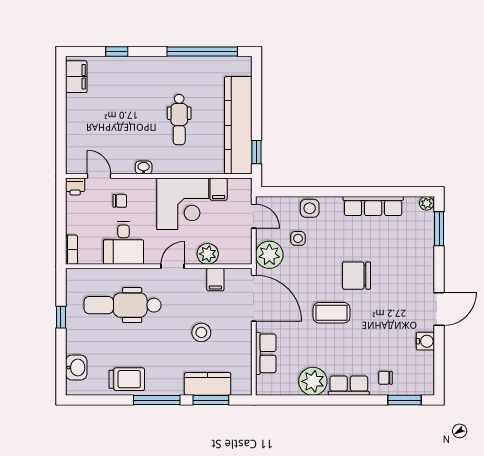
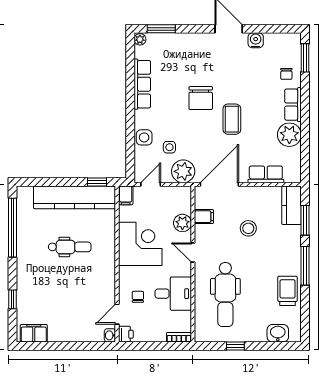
washbasin: (144, 168) -> (110, 335), moved
filing cabinet: (219, 189) -> (126, 195), moved, turned 90
kitchen counter: (208, 384) -> (292, 205), moved

